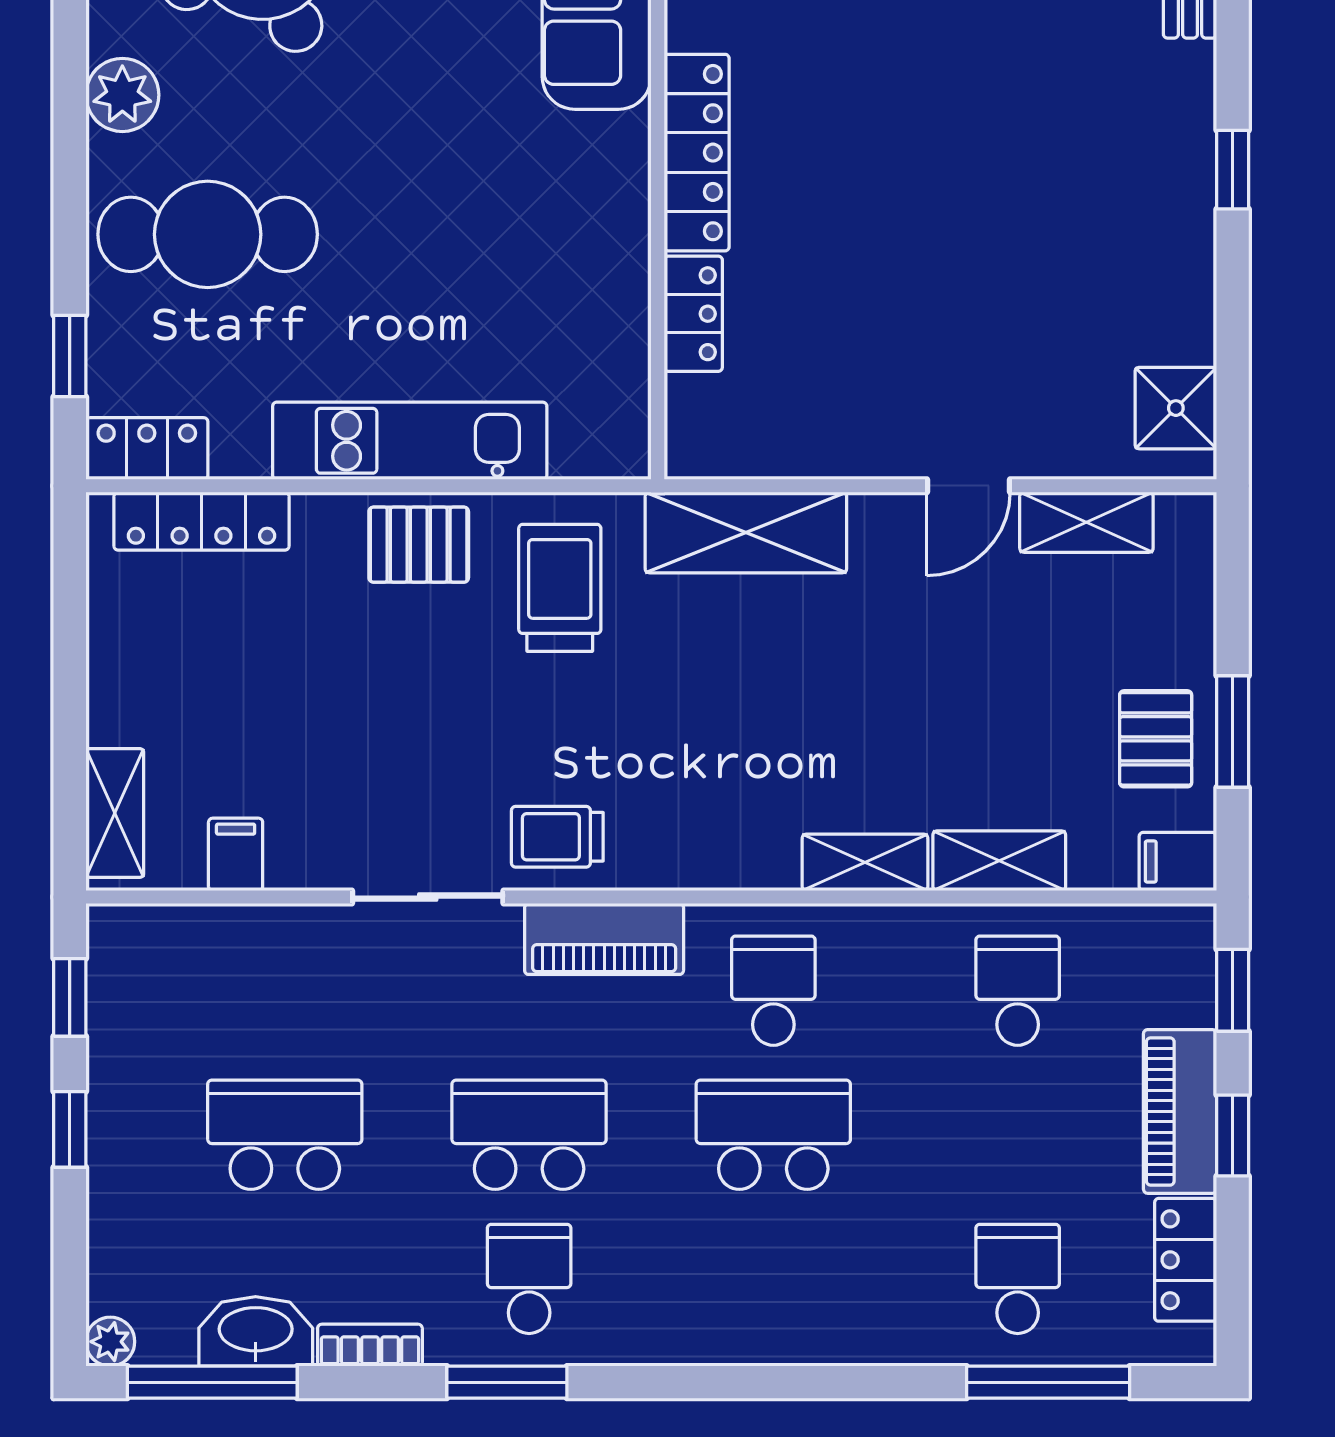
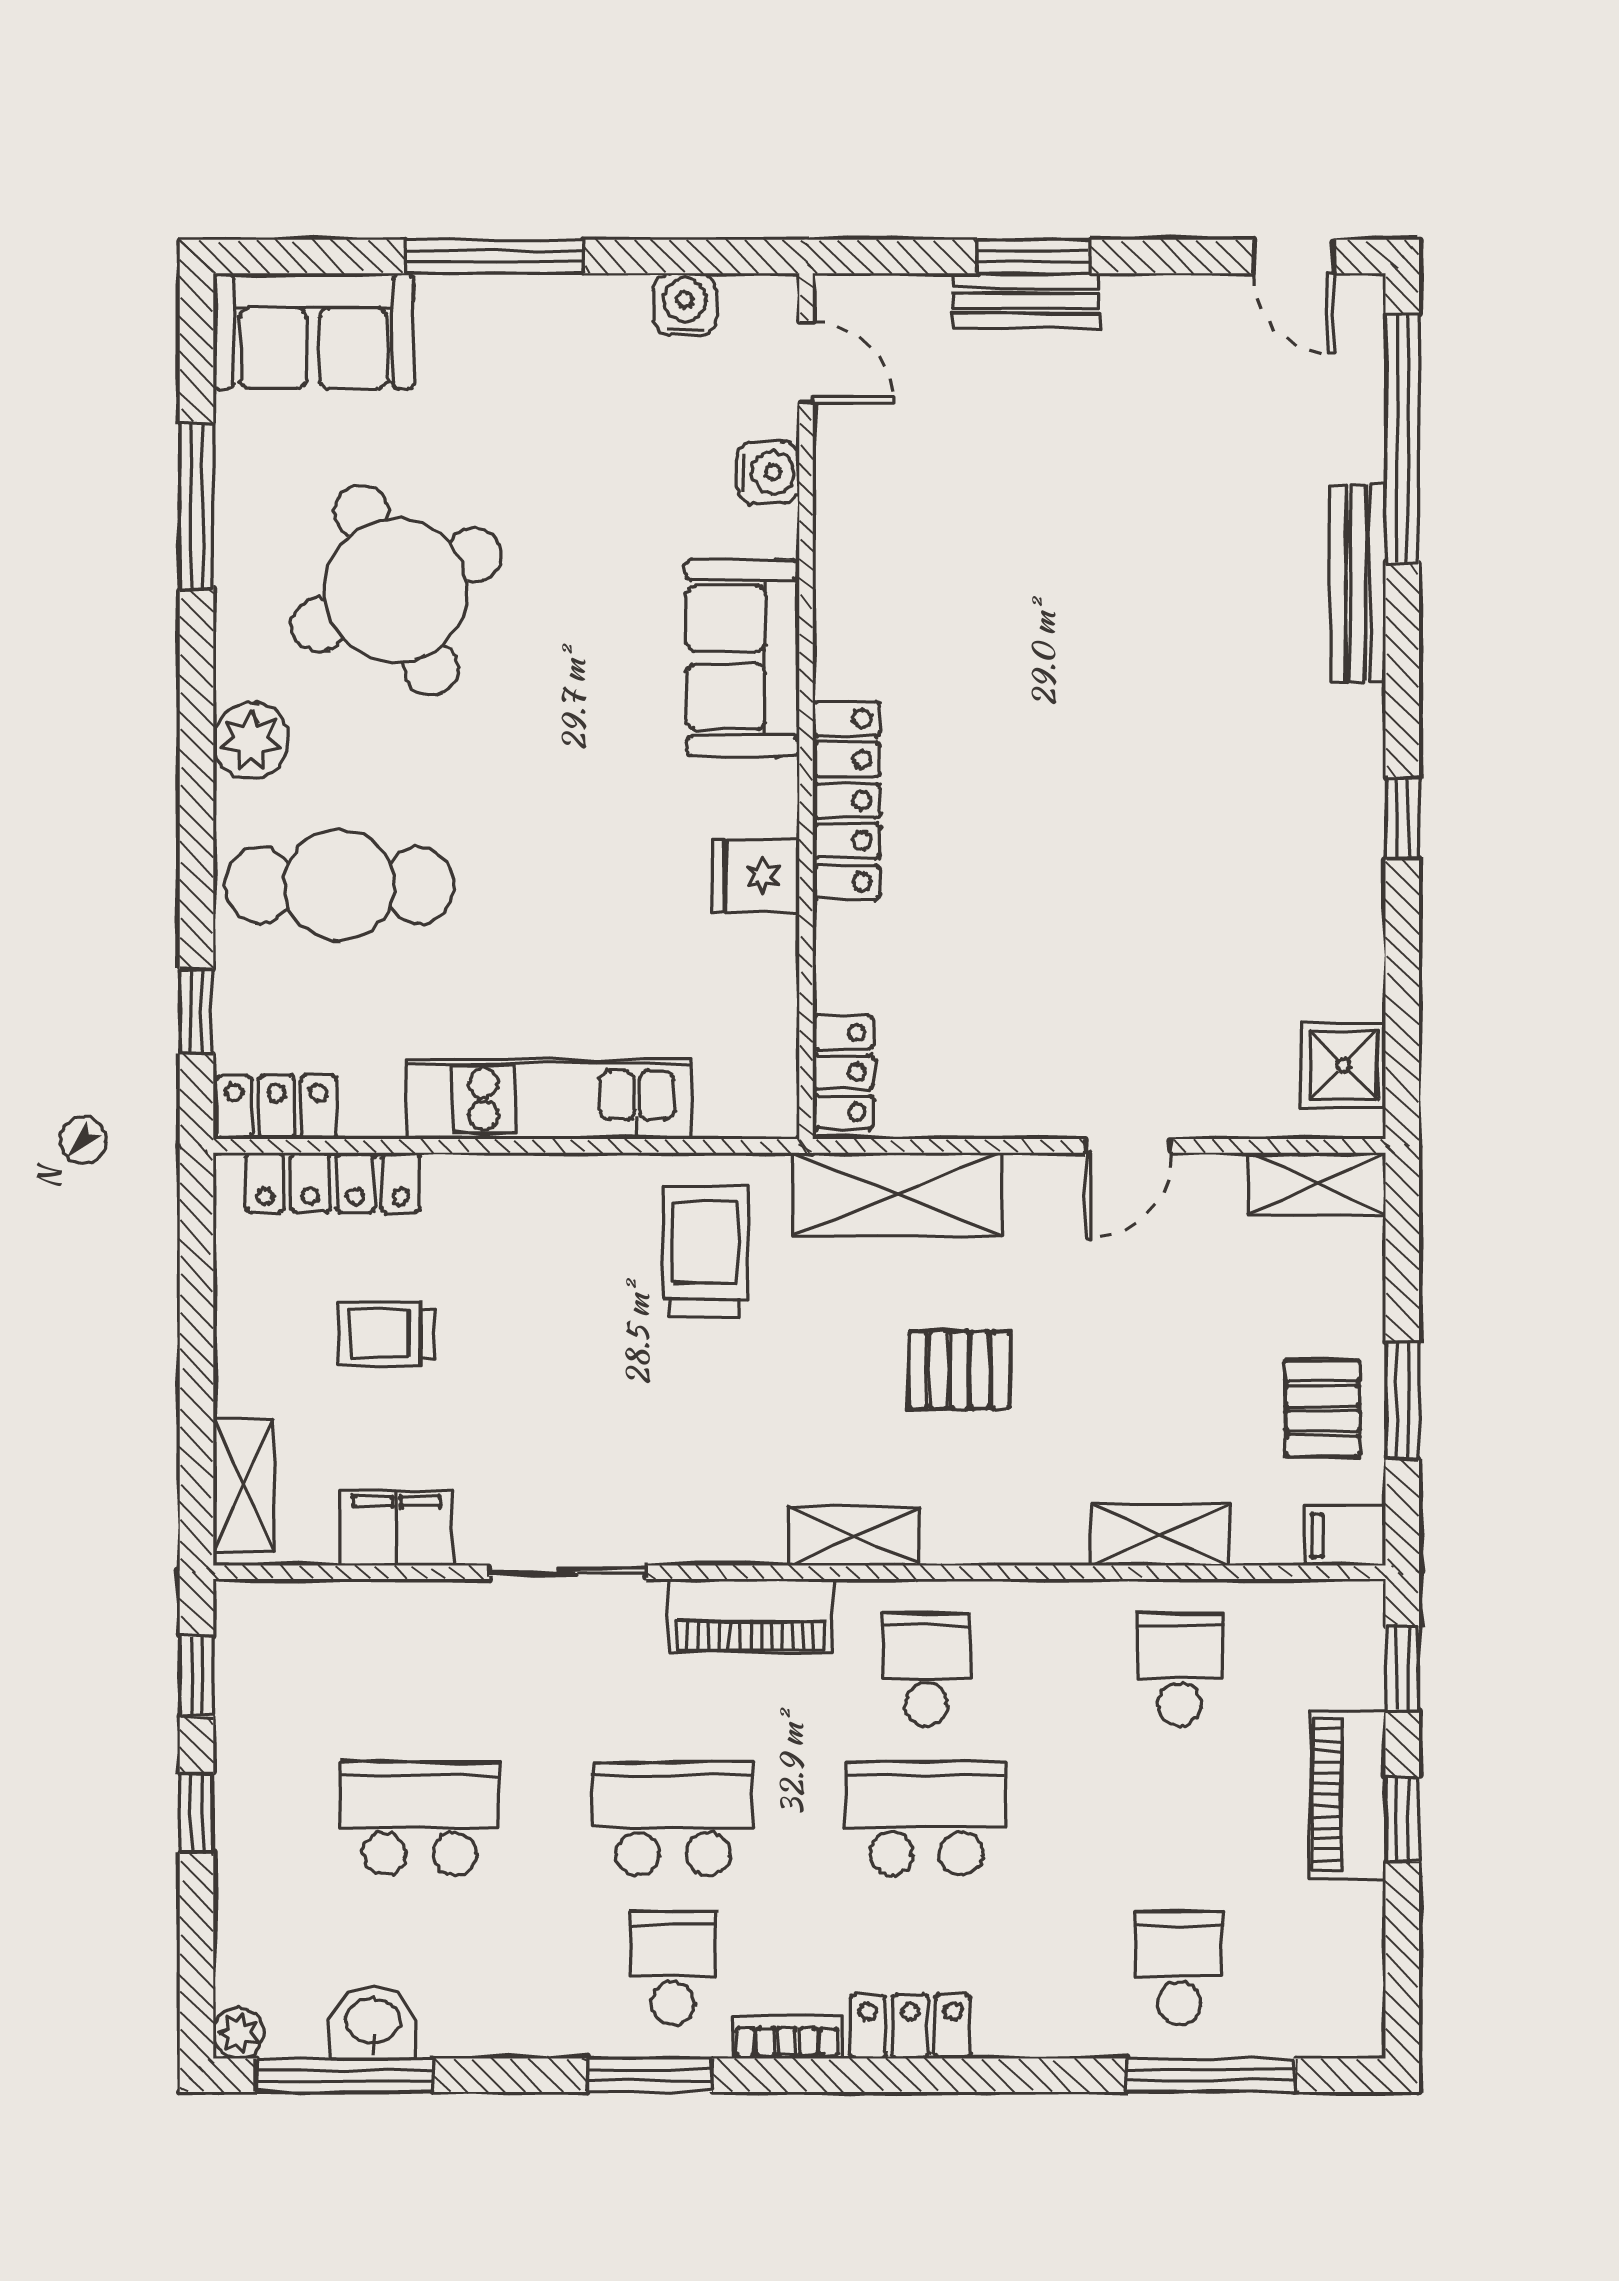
fridge: (609, 225) -> (756, 876), added
locker: (693, 314) -> (843, 1072), moved
shelving: (1086, 522) -> (1317, 1184), moved
pallet: (419, 545) -> (959, 1370), moved
trolley: (557, 837) -> (386, 1334), moved
filing cabinet: (236, 854) -> (397, 1528), width x2.00
shelving: (865, 862) -> (854, 1536), moved
locker: (1186, 1260) -> (910, 2026), moved, turned 90
washbasin: (256, 1331) -> (373, 2023), width x0.72
bookcase: (370, 1345) -> (787, 2037), moved

